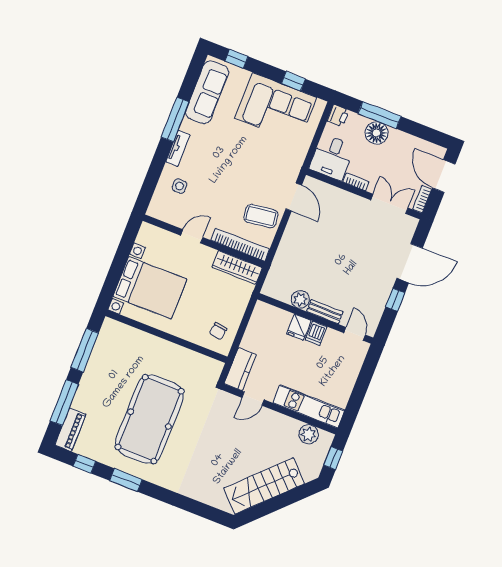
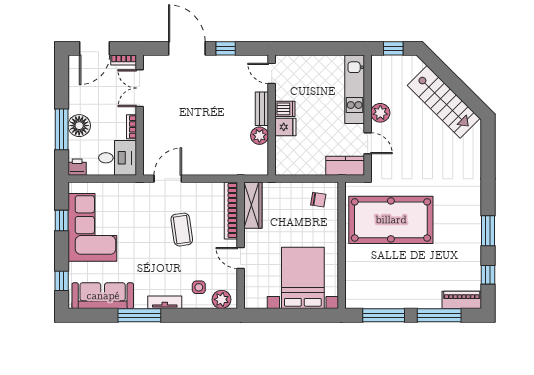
plant: (160, 203) -> (222, 299), added
coffee table: (261, 216) -> (182, 230), moved
door: (355, 334) -> (272, 73), hinge flipped
pool table: (150, 419) -> (391, 220), moved
plant: (309, 434) -> (380, 113), moved

